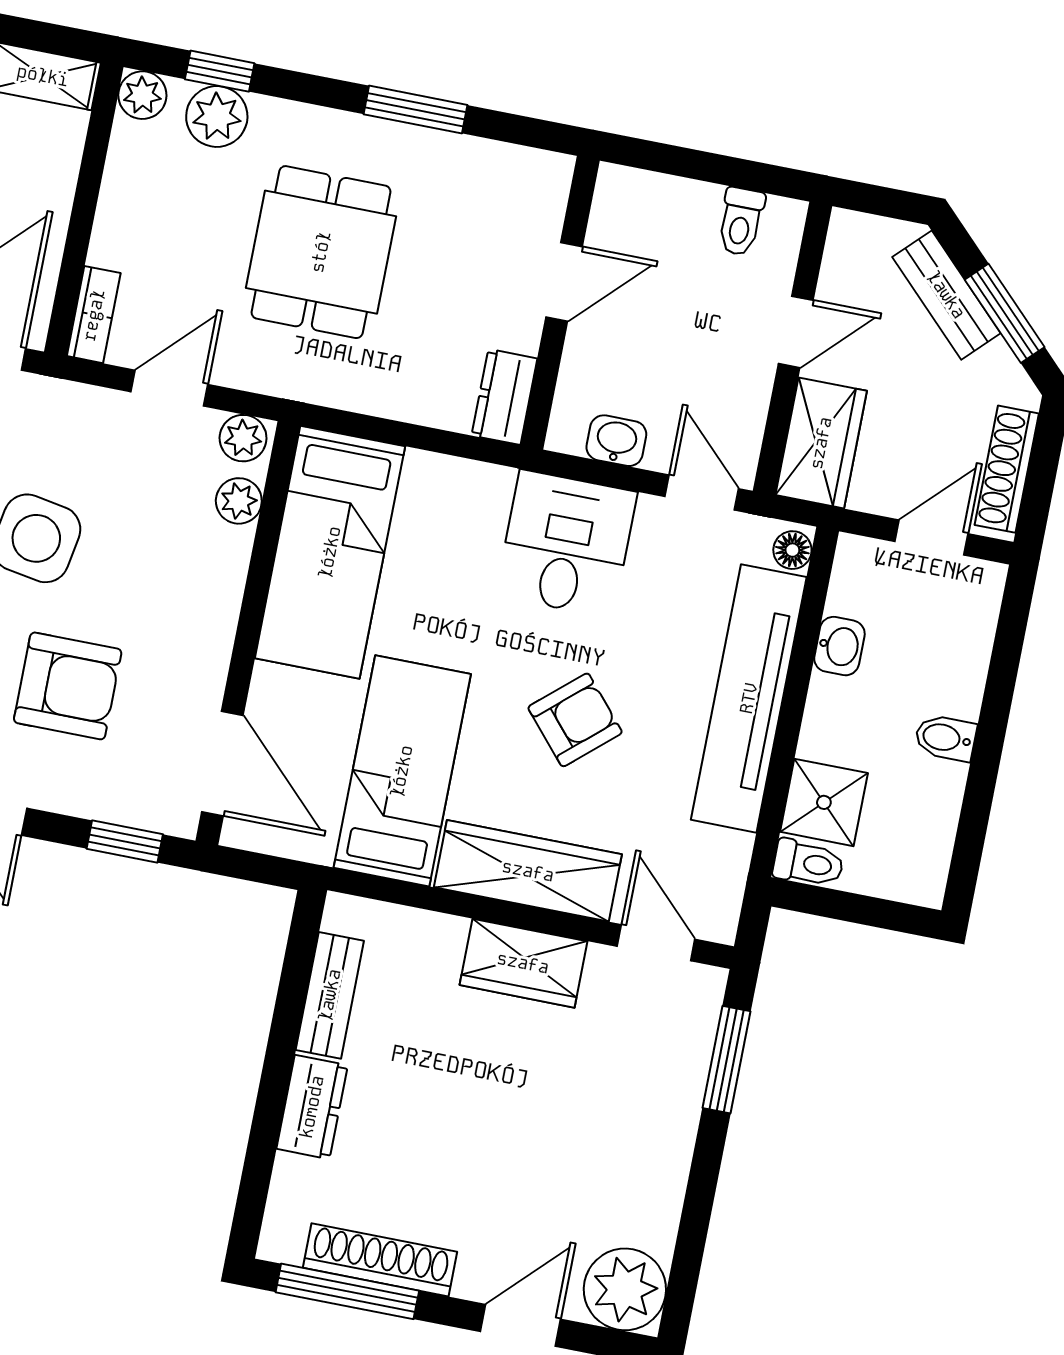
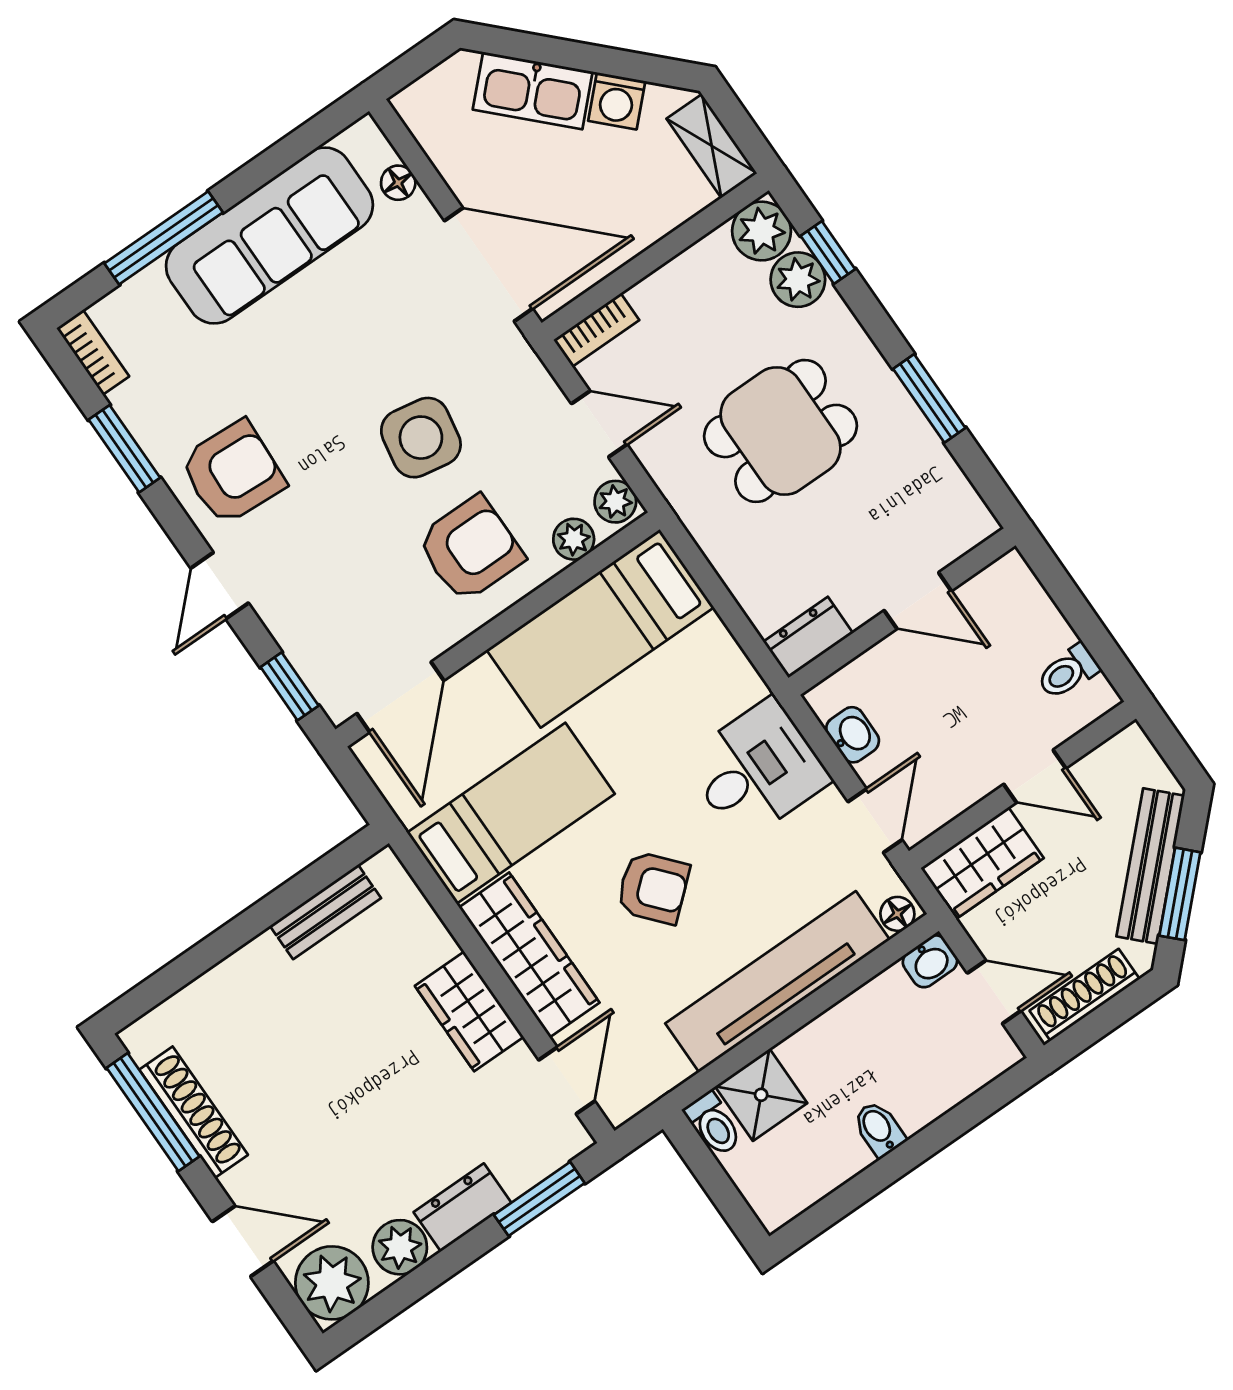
plant: (142, 95) -> (762, 231), width x1.38, depth x1.38
bench: (946, 295) -> (1150, 866), width x1.36
washbasin: (839, 646) -> (930, 961), moved
armchair: (68, 686) -> (470, 549), moved, turned -90
dresser: (312, 1107) -> (462, 1207), moved, turned 180
plant: (652, 1207) -> (400, 1247), added

